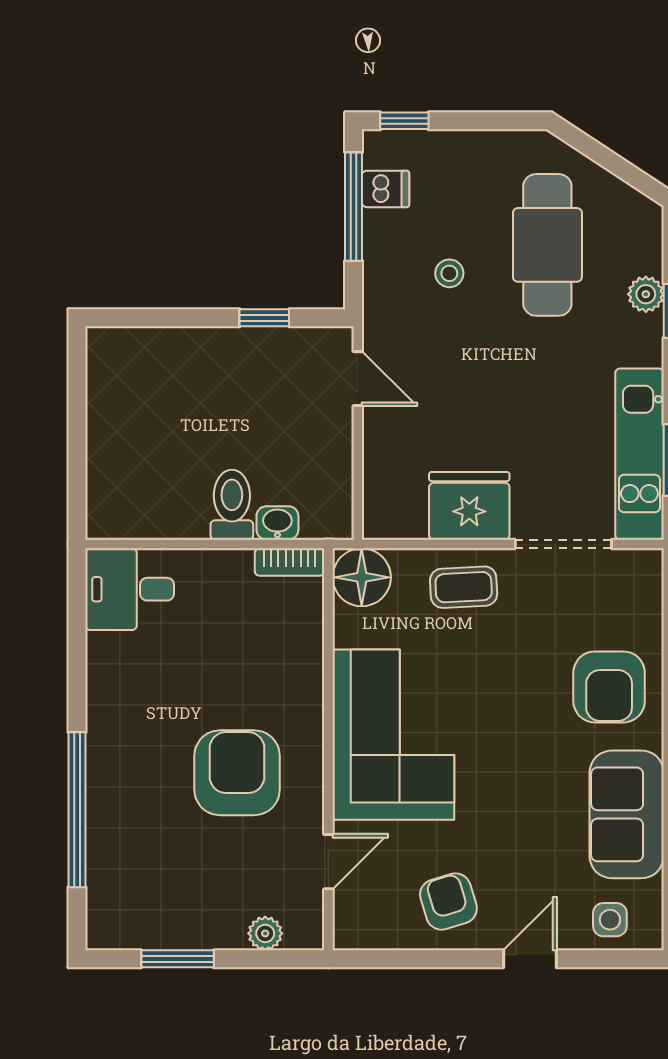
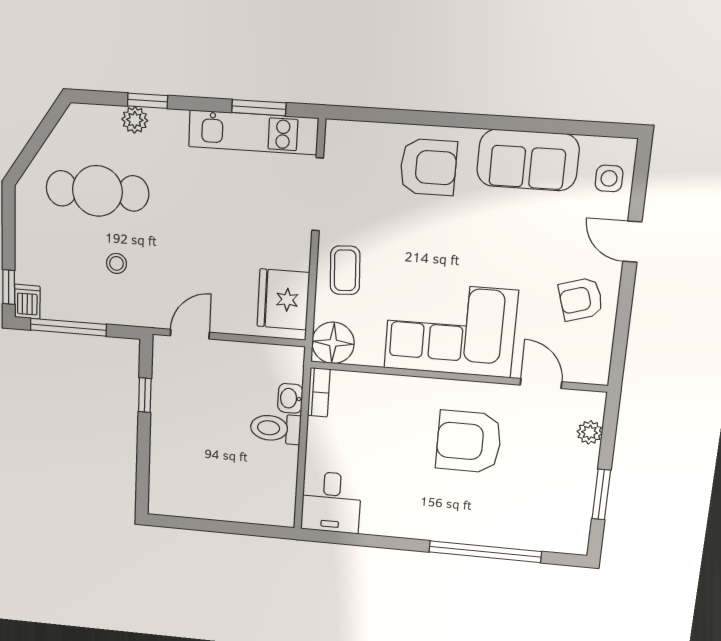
dishwasher: (386, 189) -> (27, 302), moved
fridge: (469, 506) -> (283, 299), moved

